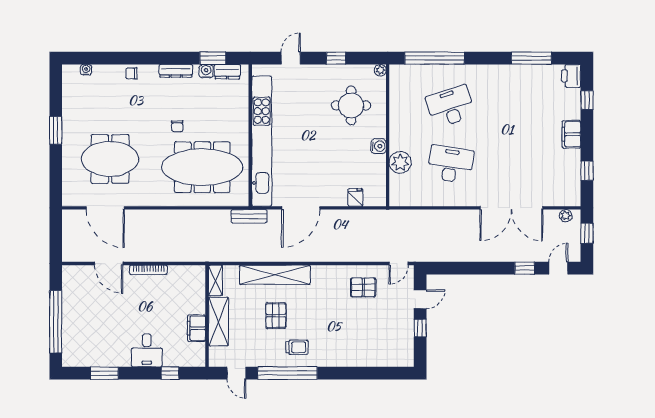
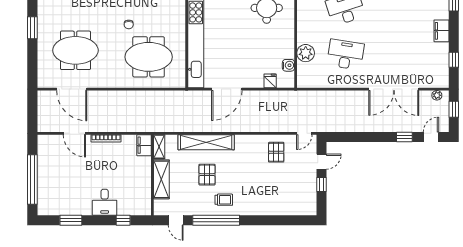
water cooler: (379, 146) -> (288, 65), moved
meeting table: (202, 167) -> (149, 57), width x0.73
bench: (249, 216) -> (186, 96), removed
pallet: (363, 287) -> (276, 152), turned 90
filing cabinet: (197, 328) -> (144, 145), moved

